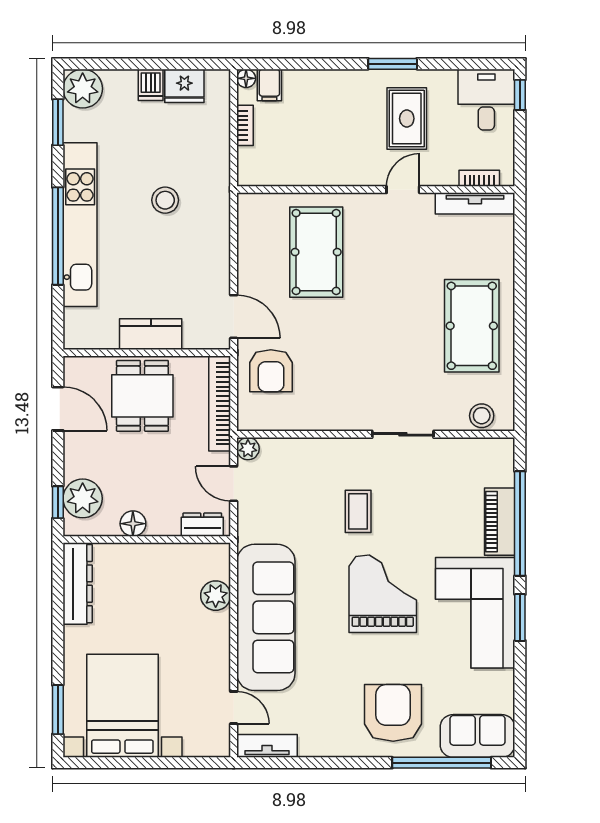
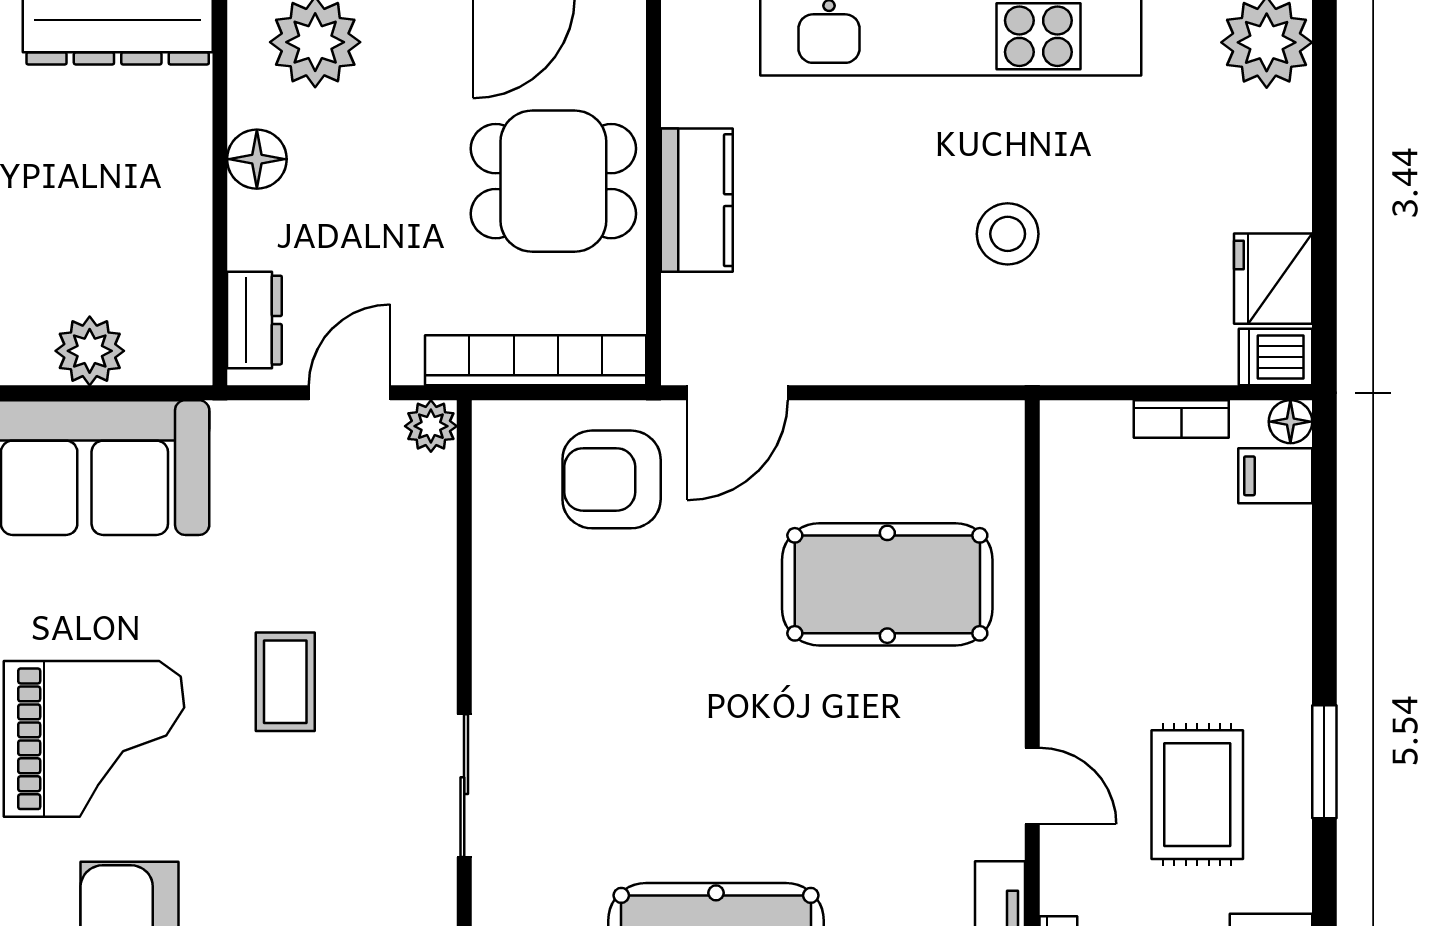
dishwasher: (151, 85) -> (1275, 357), moved
rug: (407, 119) -> (1197, 795), turned 90
coffee table: (358, 511) -> (285, 682), turned 90

